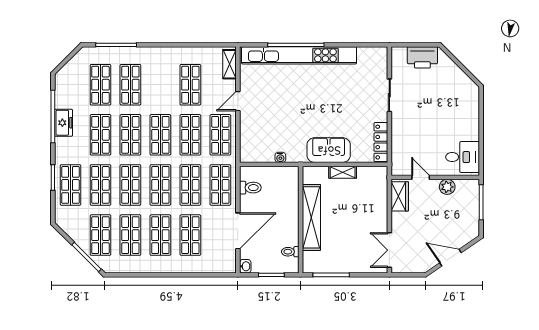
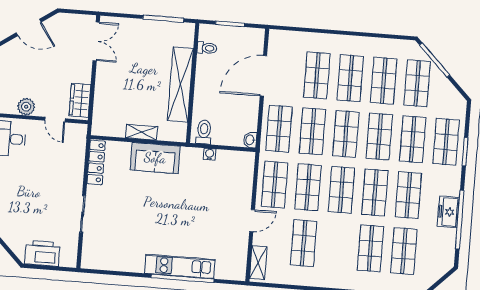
kitchen unit: (299, 55) -> (180, 266), width x0.54
toilet: (250, 188) -> (204, 132), moved, turned 90
washbasin: (245, 266) -> (250, 140), moved

